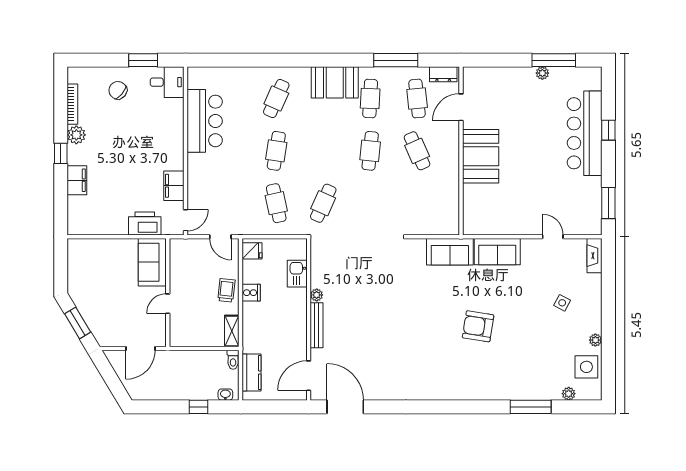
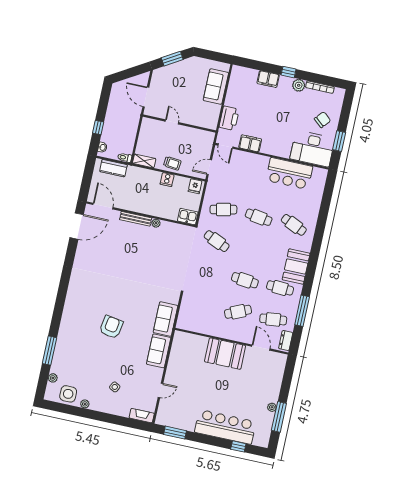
desk: (167, 82) -> (312, 149), width x1.87, depth x1.30
window: (608, 130) -> (238, 446), moved
sofa: (152, 262) -> (216, 86), moved, turned -90
kitchen sink: (297, 274) -> (188, 217), moved

